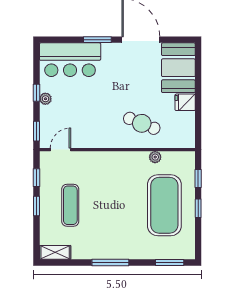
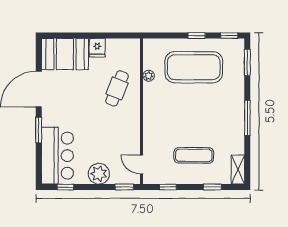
window: (36, 93) -> (65, 187), moved
plant: (45, 99) -> (99, 174), width x1.87, depth x1.87
window: (198, 179) -> (229, 36), moved
window: (36, 206) -> (212, 187), moved

